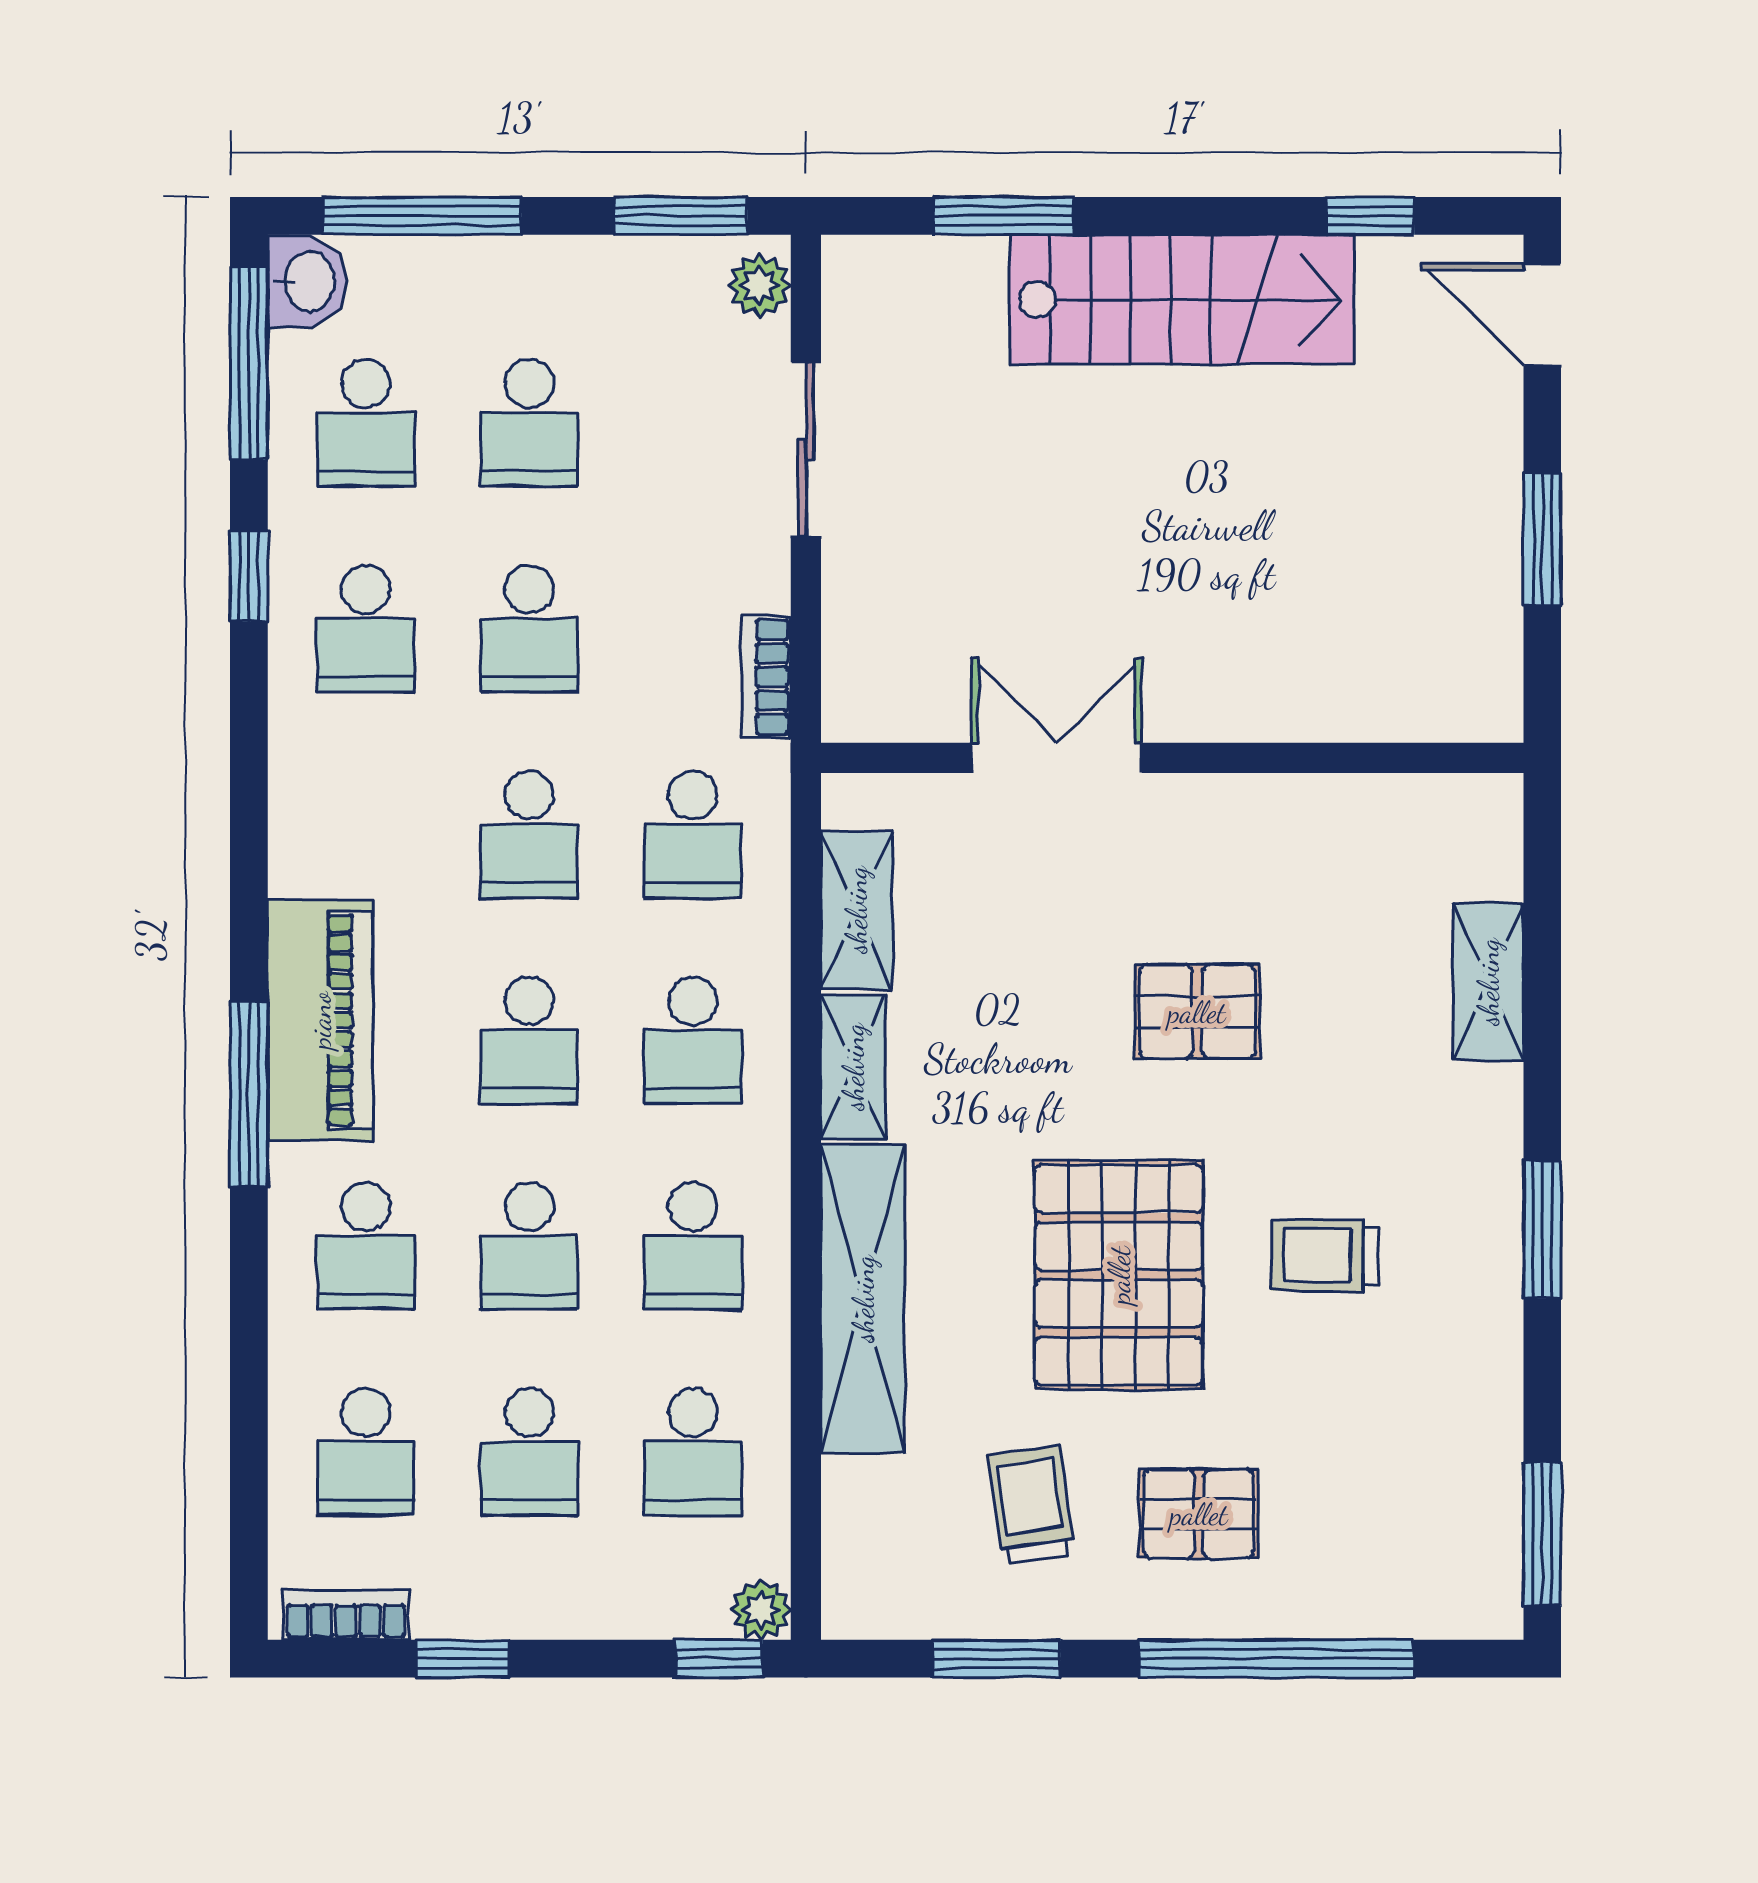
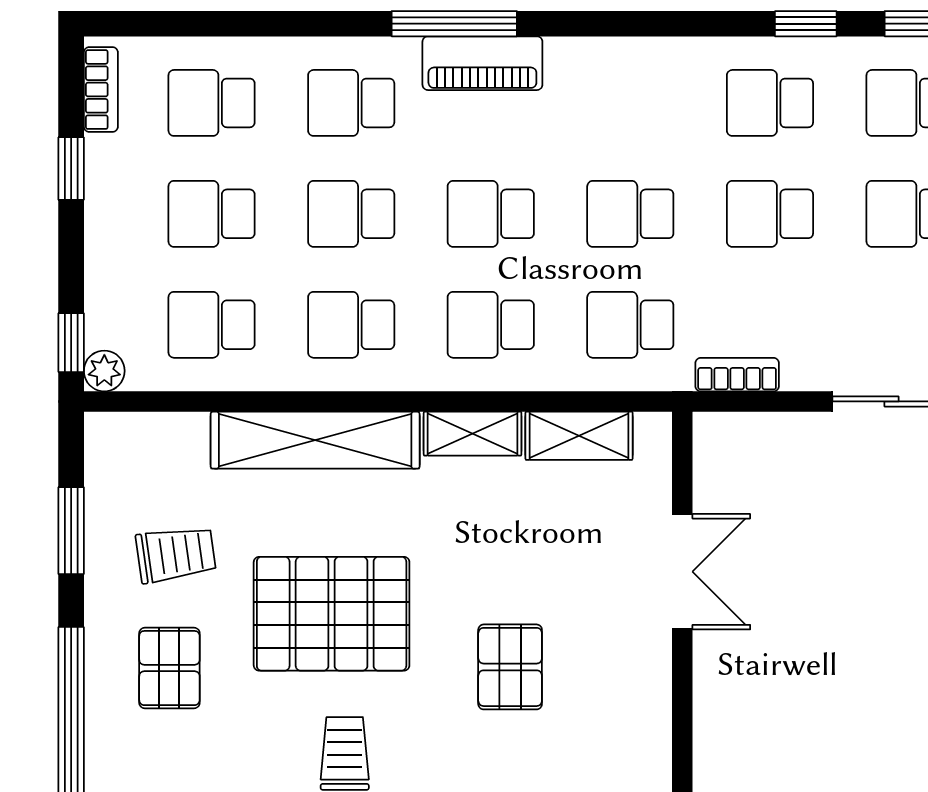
piano: (320, 1020) -> (482, 63), width x0.73, depth x0.75

